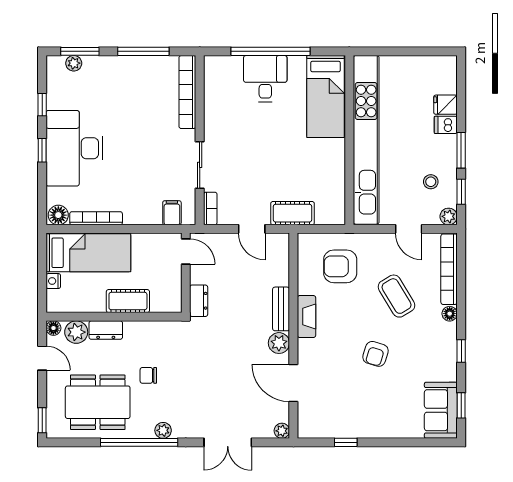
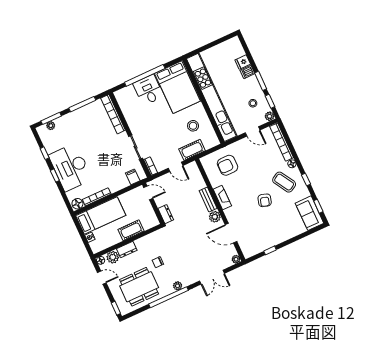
bed: (325, 97) -> (177, 87), width x1.50
stool: (313, 173) -> (193, 126), added
coffee table: (396, 296) -> (284, 182), moved

